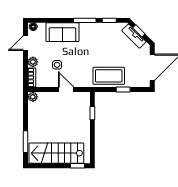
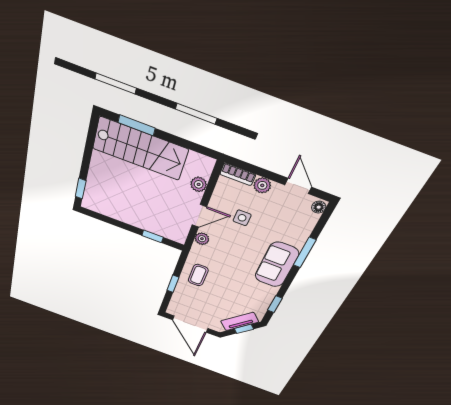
window: (85, 20) -> (305, 253), moved
sofa: (62, 32) -> (277, 265), moved
coffee table: (109, 76) -> (198, 275), width x0.54, depth x0.58
plant: (81, 83) -> (202, 239), added
plant: (33, 97) -> (199, 184), moved
stairs: (56, 153) -> (140, 149), moved, turned 90

